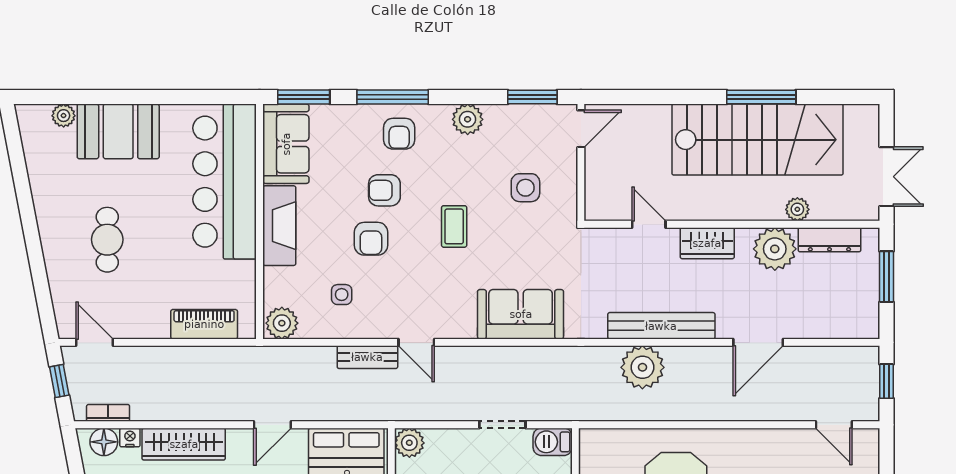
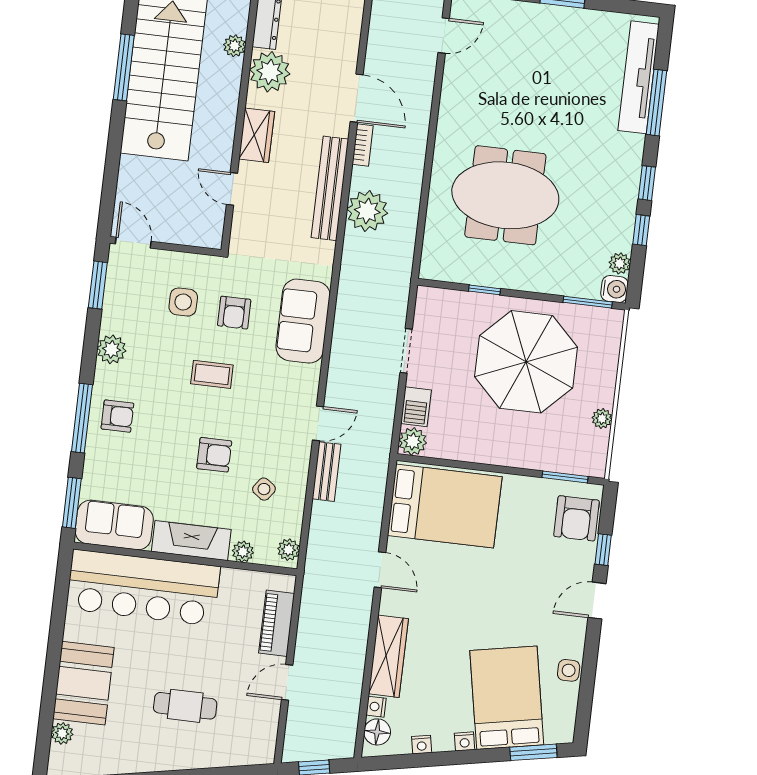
armchair: (384, 190) -> (234, 313), moved
door: (649, 224) -> (232, 189), hinge flipped
plant: (274, 280) -> (243, 552), added
side table: (342, 295) -> (264, 489), turned 36
plant: (282, 323) -> (289, 550), width x0.73, depth x0.73
door: (94, 342) -> (287, 682), moved
bookcase: (108, 413) -> (363, 145), moved, turned 180
barbecue: (553, 442) -> (416, 407), moved

